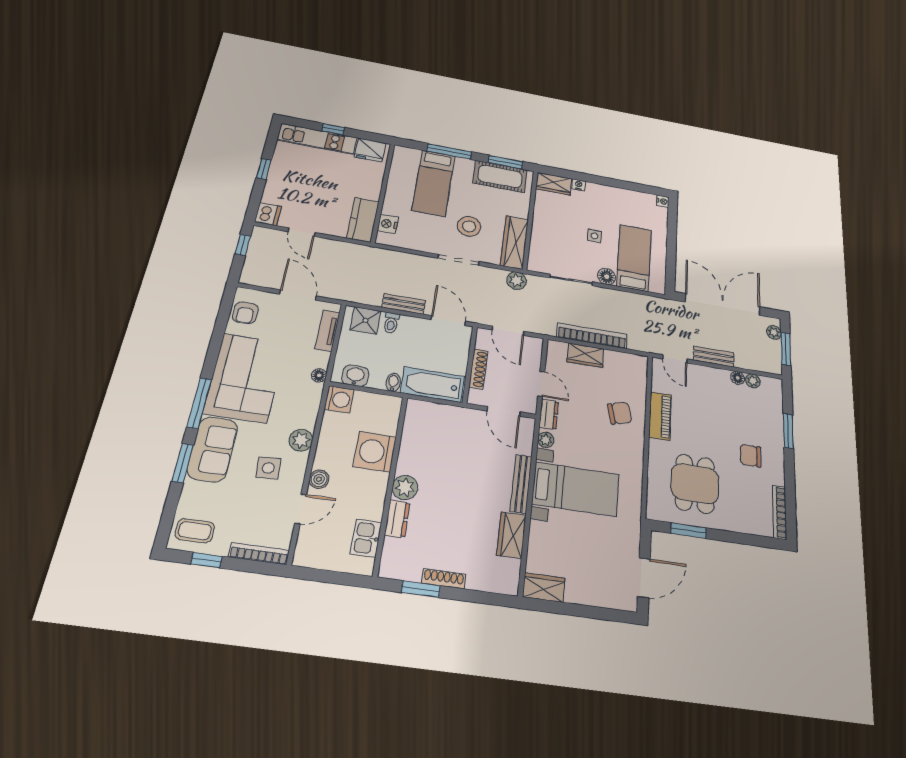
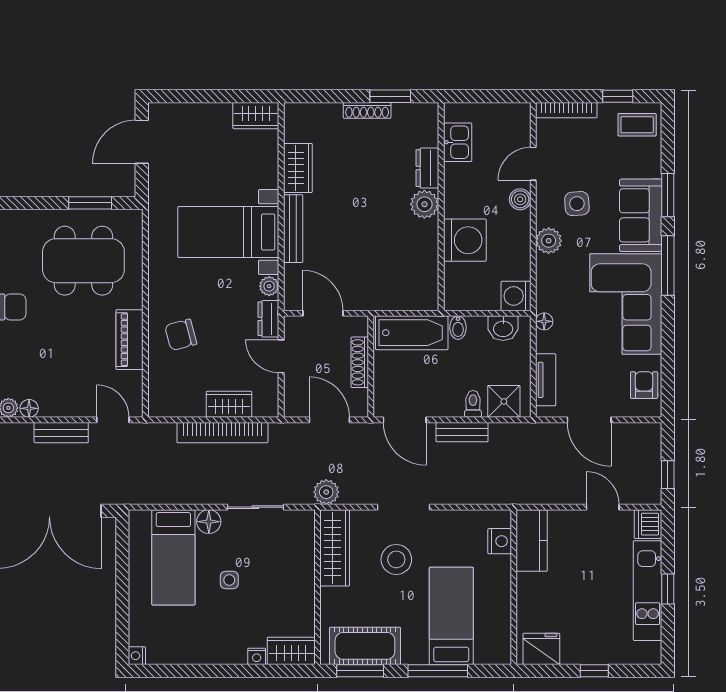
kitchen unit: (317, 139) -> (648, 591), moved, turned -90
dining table: (695, 484) -> (83, 261), width x1.37

